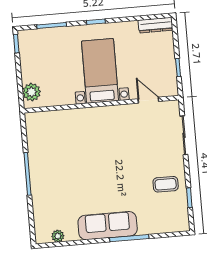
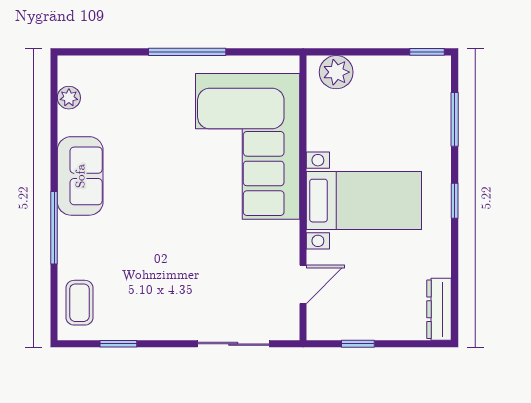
corner sofa: (76, 137) -> (248, 146), added
coffee table: (166, 184) -> (79, 303), moved
sofa: (108, 226) -> (80, 176), width x0.73

